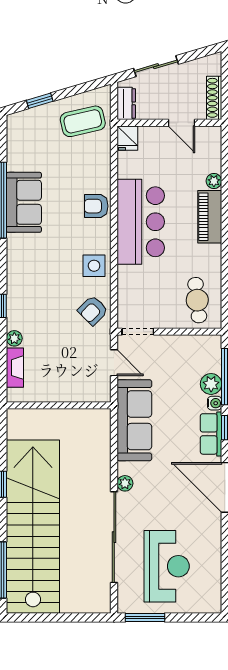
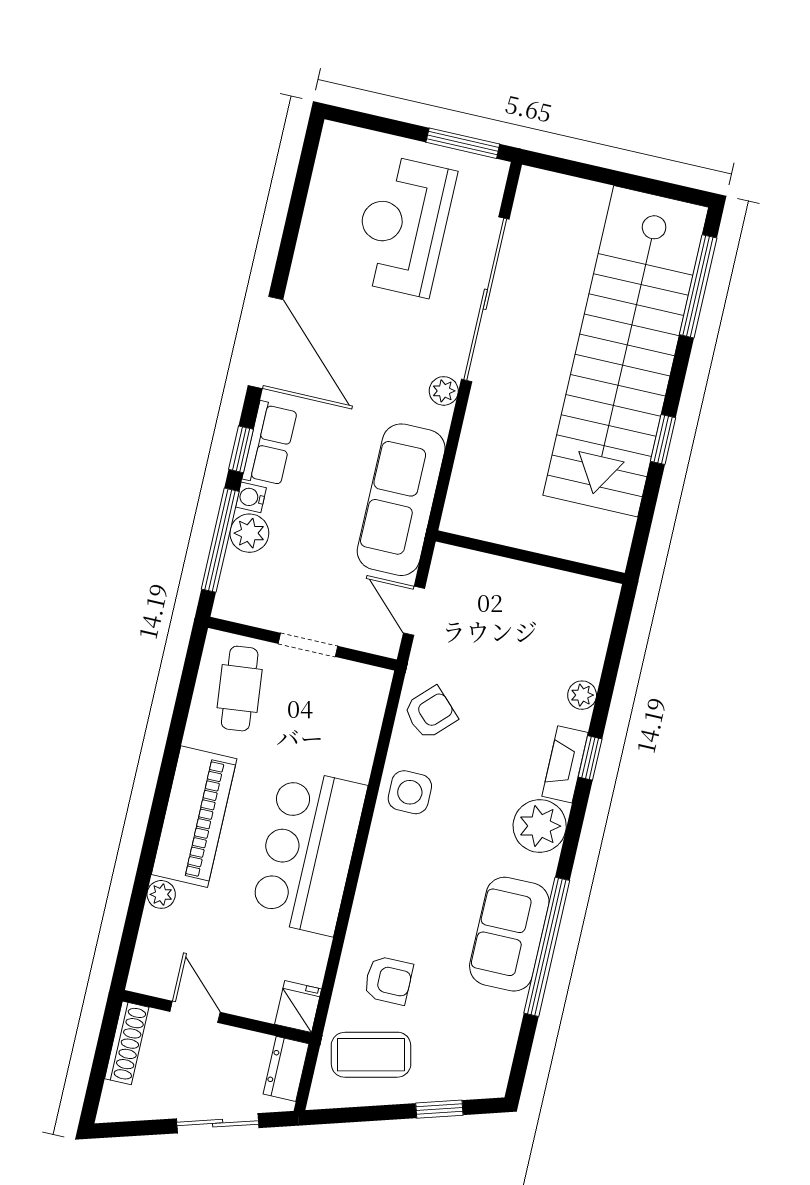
armchair: (96, 206) -> (388, 980), moved
piano: (210, 217) -> (194, 817), width x1.37, depth x1.33
plant: (21, 264) -> (540, 826), added
doorway: (138, 332) -> (308, 645), moved
fireplace: (15, 368) -> (565, 764), moved

